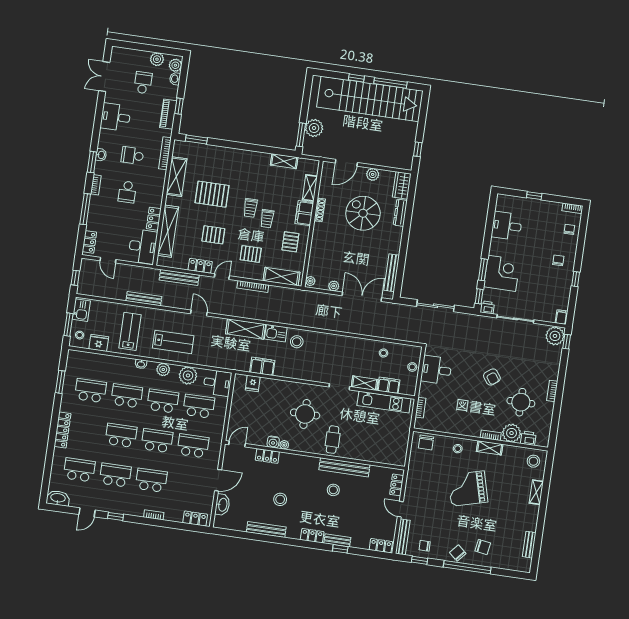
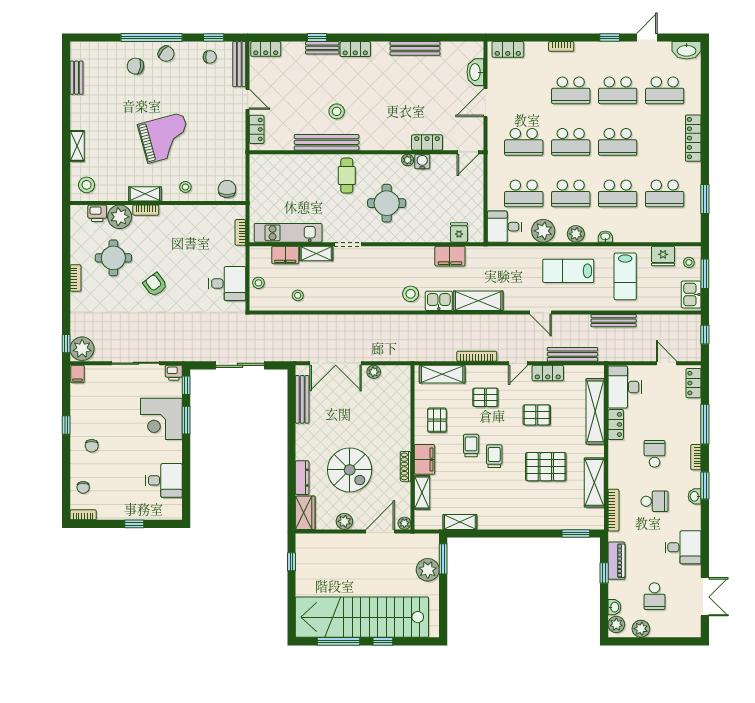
plant: (310, 281) -> (404, 523), moved
stool: (280, 499) -> (403, 90), removed

